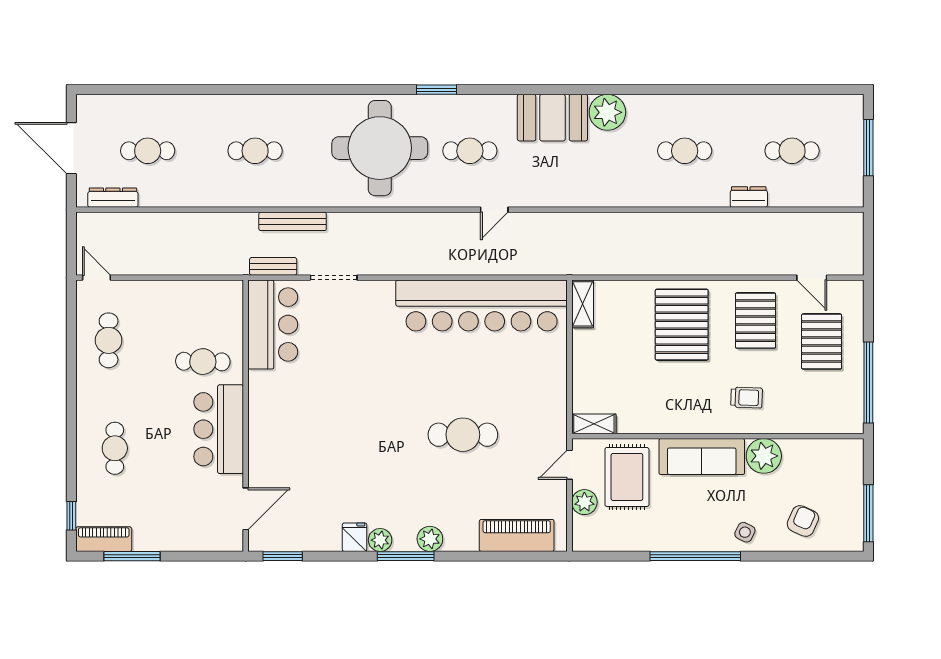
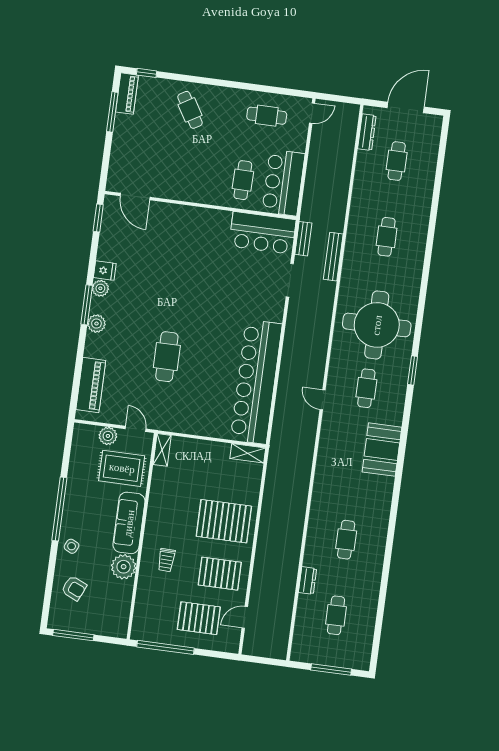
plant: (607, 112) -> (381, 489), removed
bar counter: (219, 429) -> (283, 183), moved, turned -90
cafe table: (115, 448) -> (190, 110), turned 59

